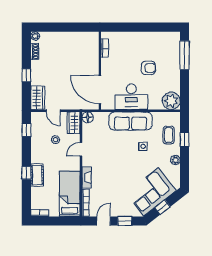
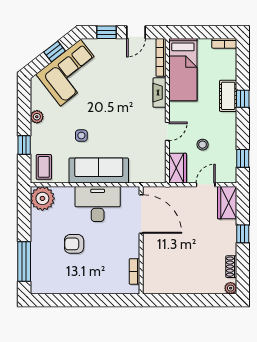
door: (53, 111) -> (206, 185), hinge flipped
floor lamp: (88, 117) -> (158, 176), removed
coffee table: (169, 135) -> (44, 167), moved

